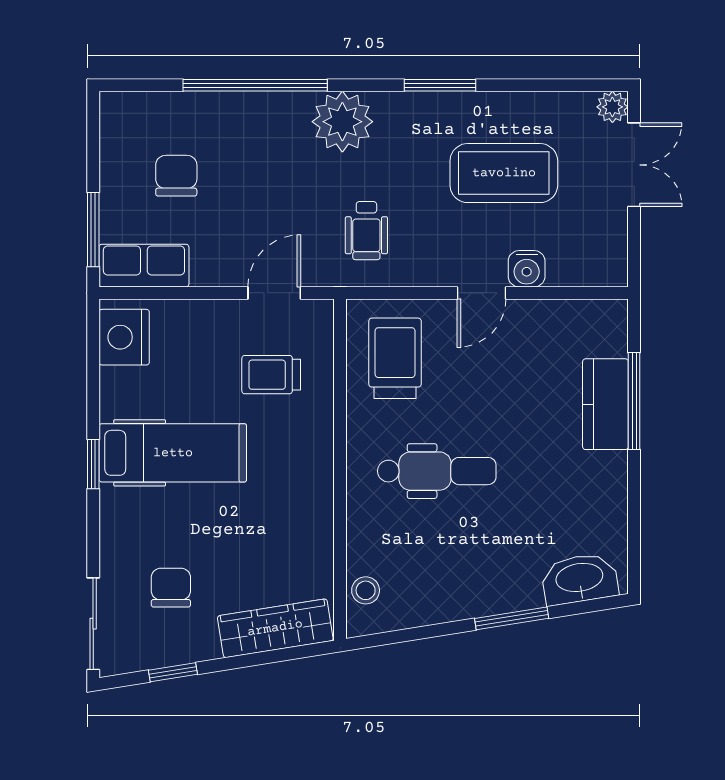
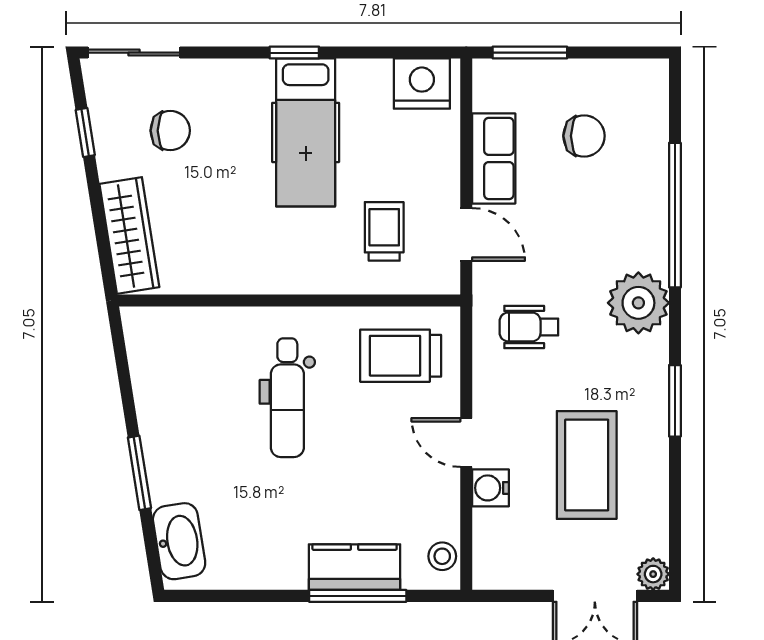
row of seats: (144, 266) -> (494, 158), moved
trolley: (395, 358) -> (401, 356), turned 180
stool: (366, 590) -> (442, 556), moved

